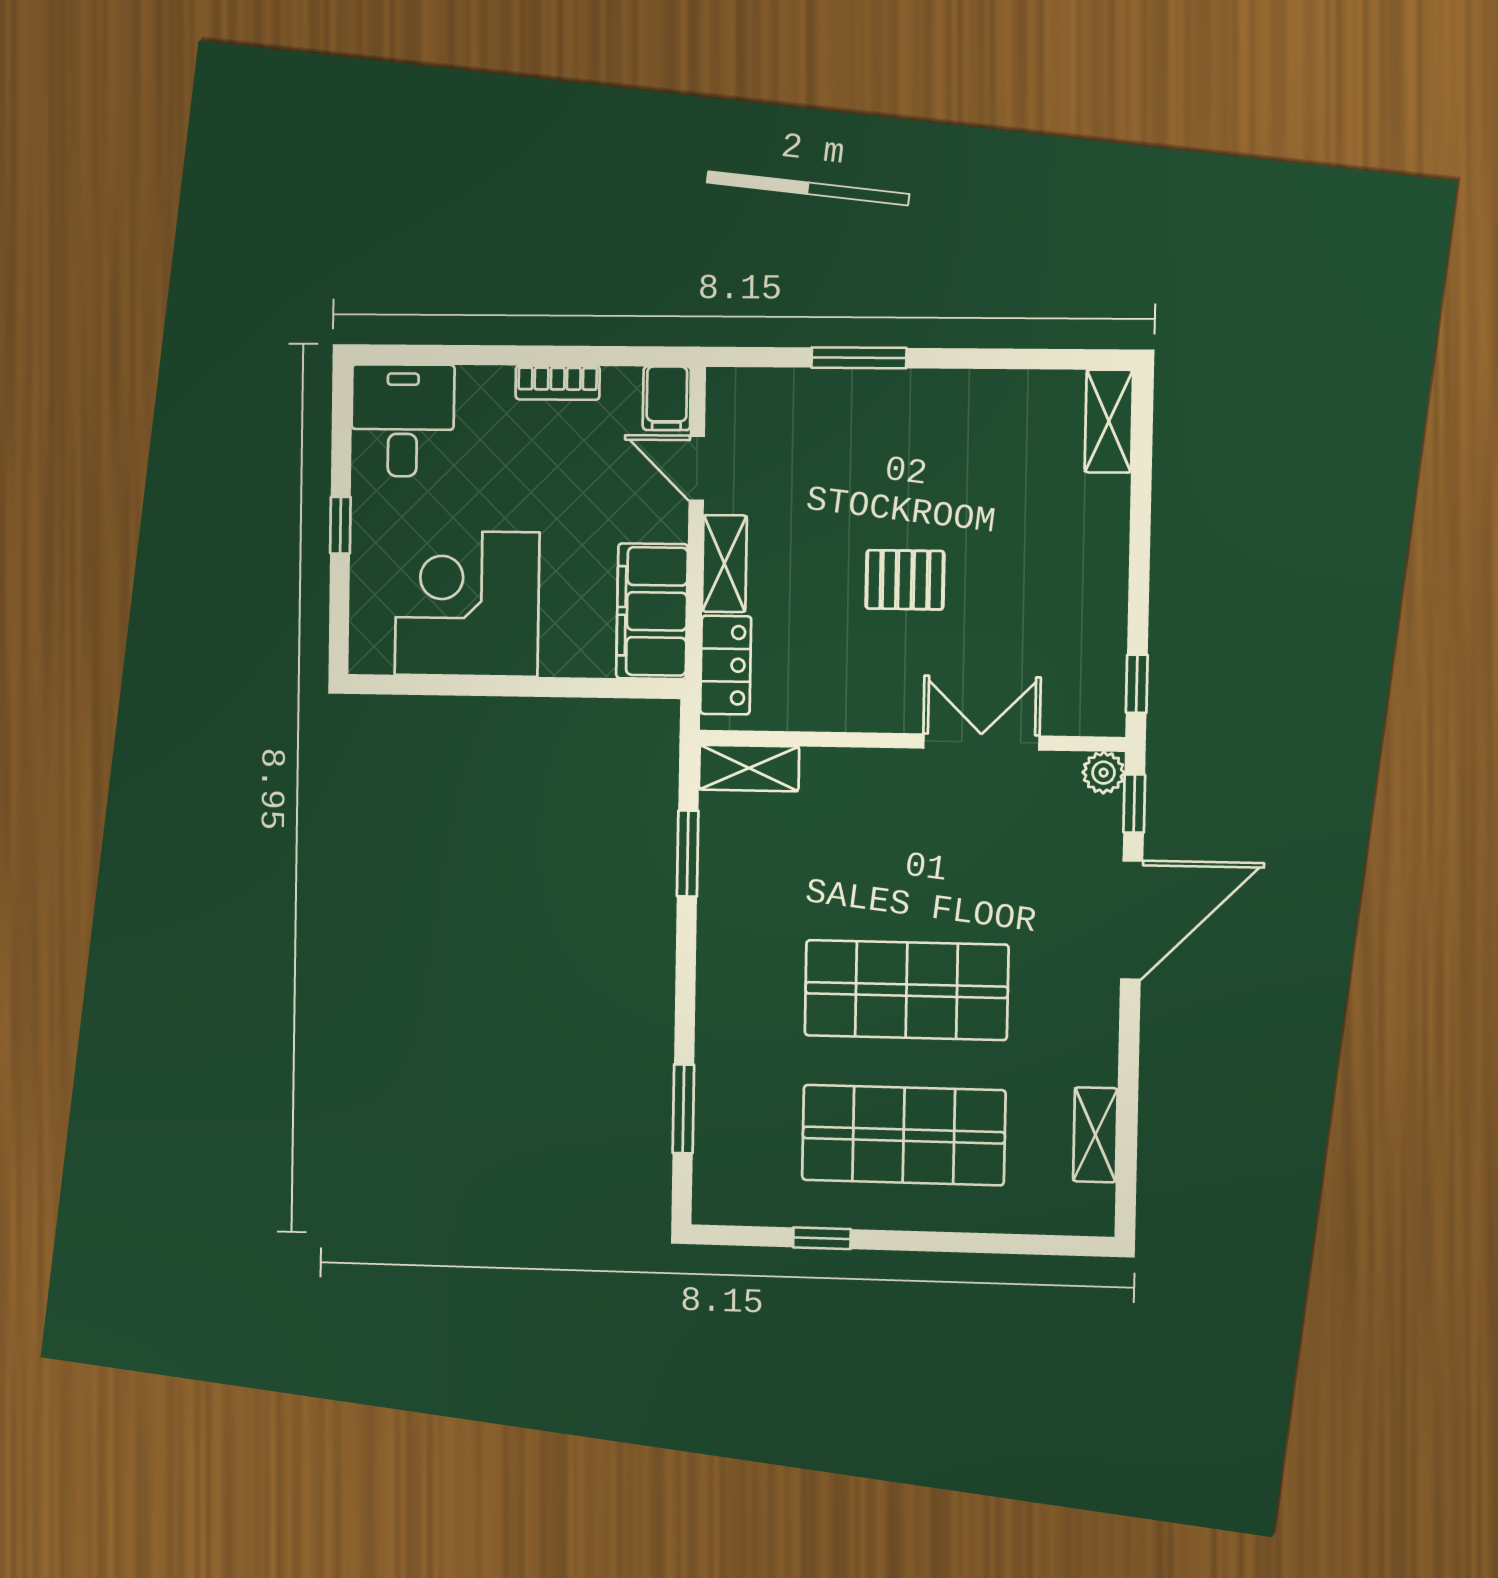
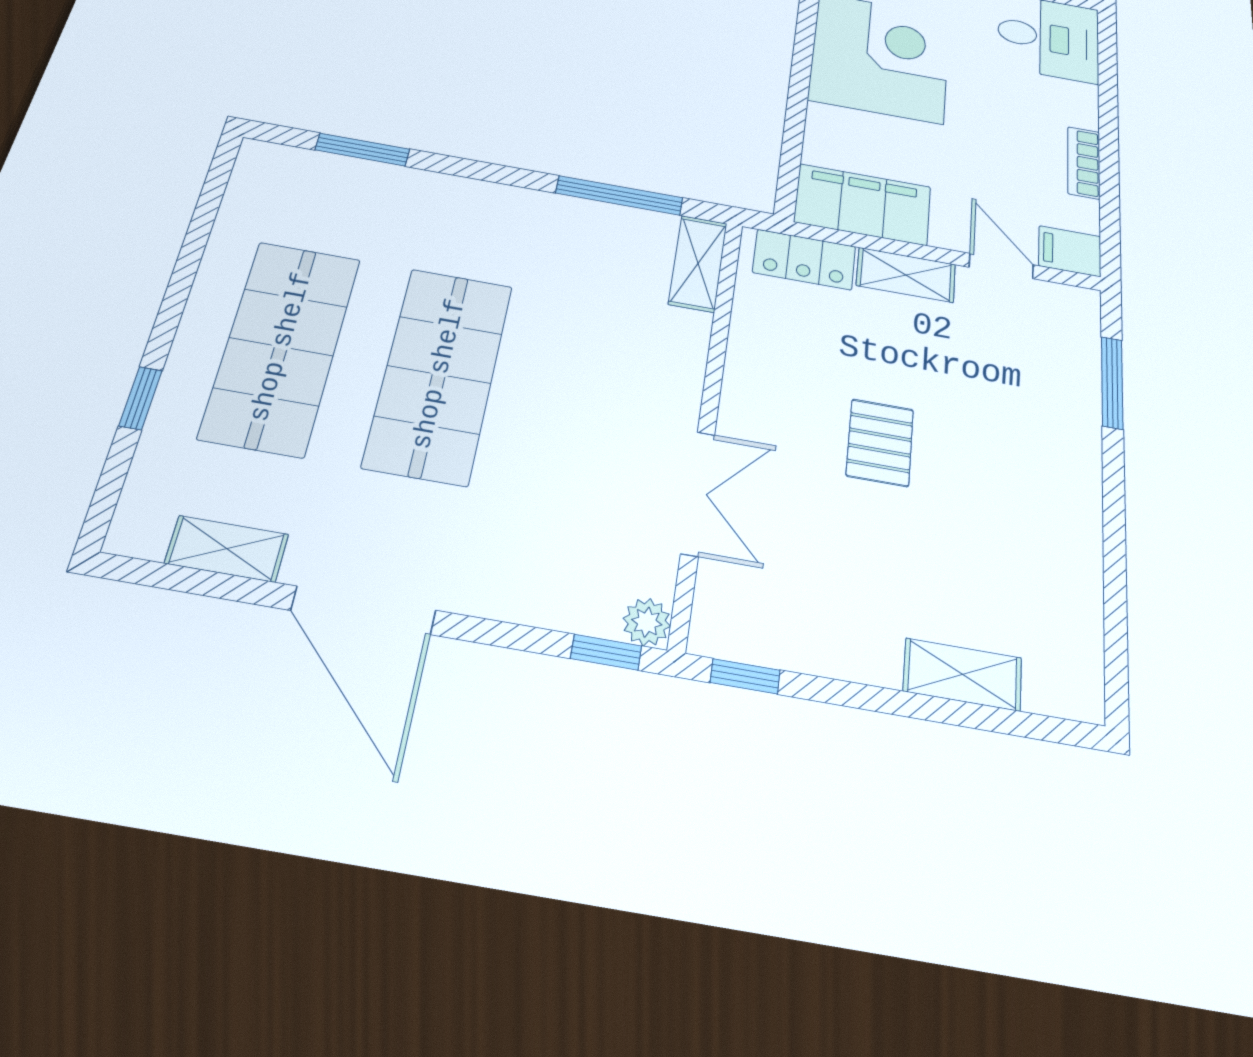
window: (859, 358) -> (1112, 383), moved
shelving: (1109, 421) -> (963, 674), moved
door: (697, 468) -> (1001, 266), hinge flipped
window: (688, 854) -> (619, 195), width x1.44
door: (1132, 920) -> (363, 610), moved
window: (822, 1238) -> (141, 398), moved

